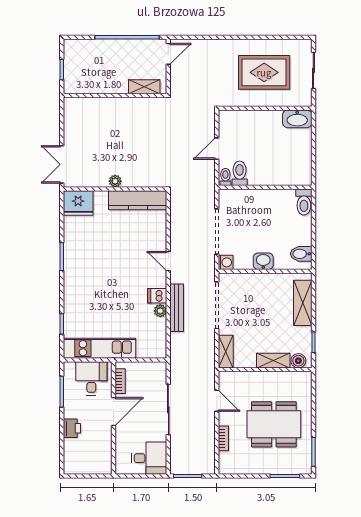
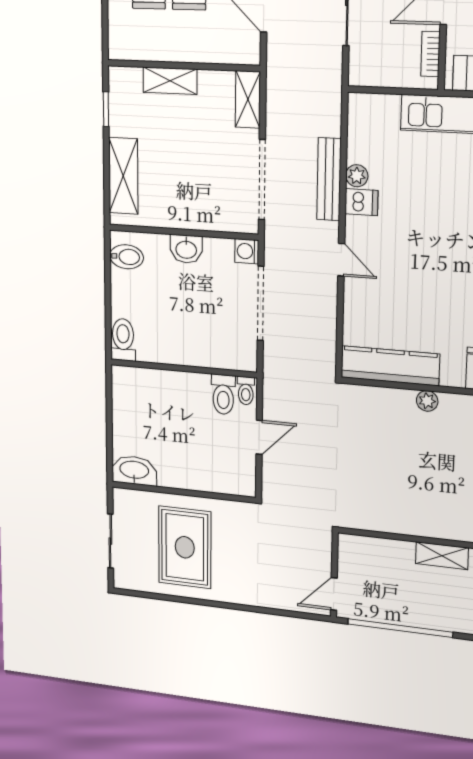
rug: (264, 72) -> (185, 547), turned 90
shelving: (144, 87) -> (442, 556), moved
boiler: (298, 361) -> (130, 79), removed

